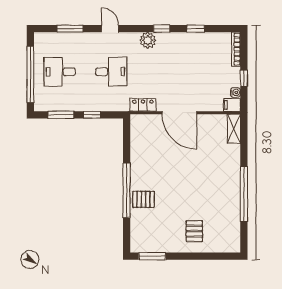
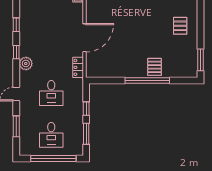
desk: (111, 72) -> (51, 93), turned 180
pallet: (194, 231) -> (180, 26), turned 90

